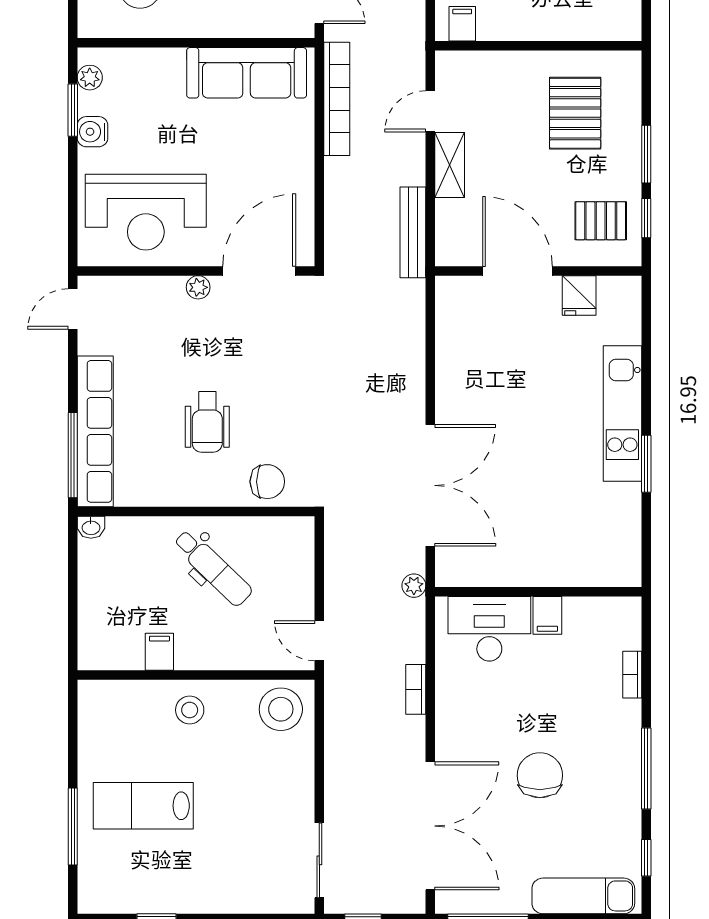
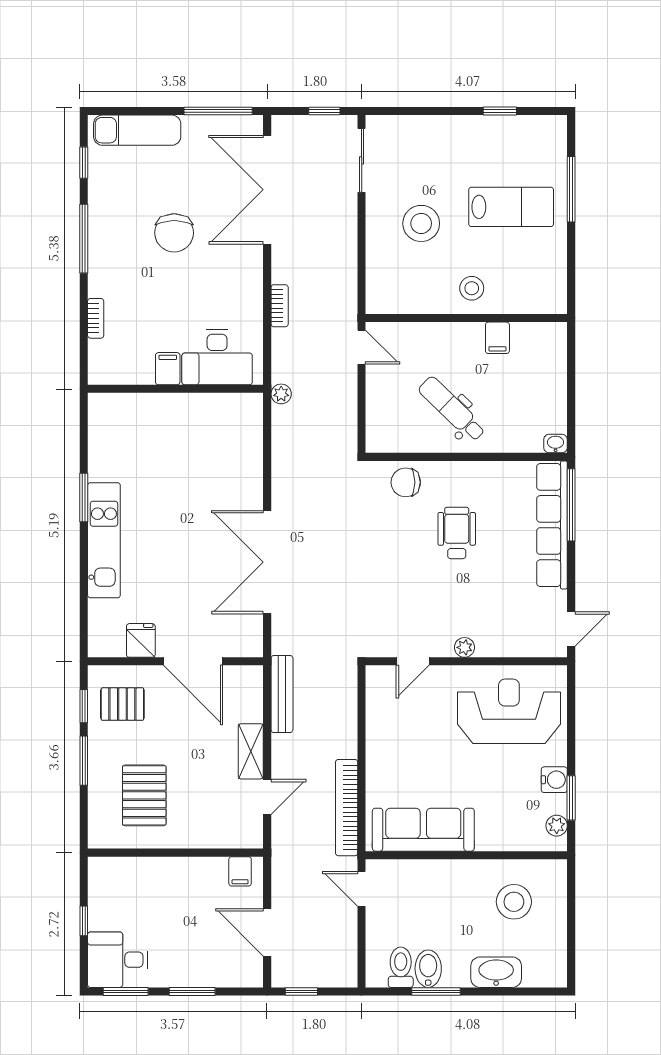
door: (259, 271) -> (413, 661), width x0.53
double door: (430, 485) -> (267, 562), moved
stool: (281, 709) -> (421, 223), moved

